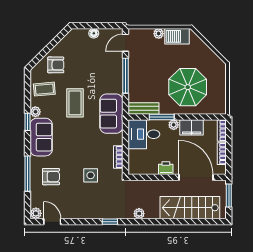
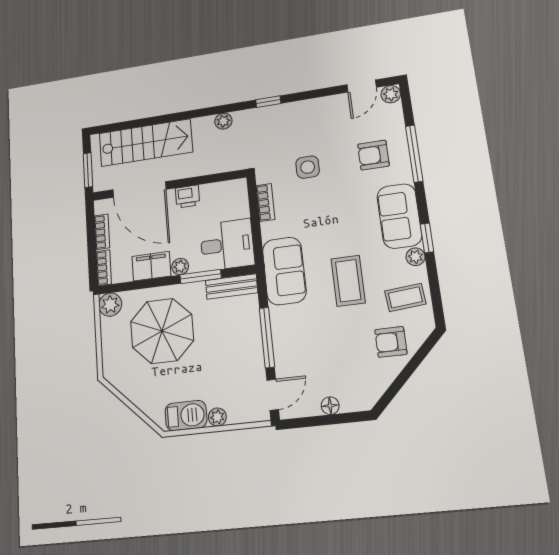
plant: (219, 107) -> (110, 305), added
door: (52, 222) -> (362, 86), hinge flipped

